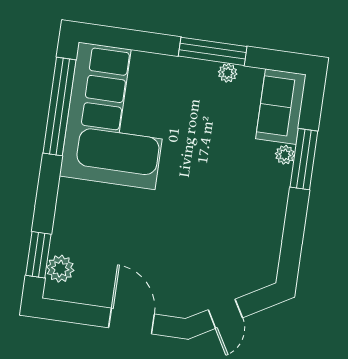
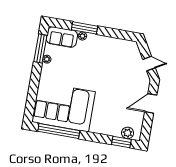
window: (213, 51) -> (40, 48), moved

